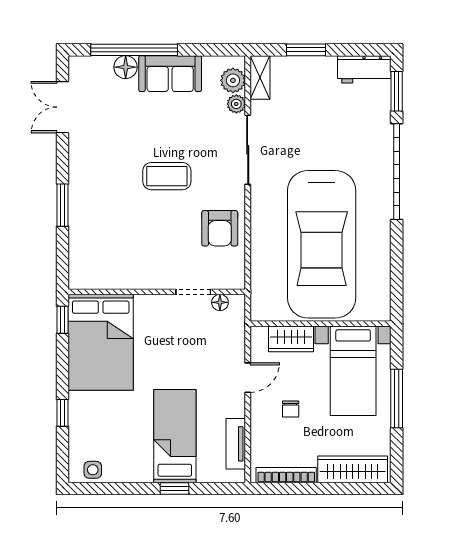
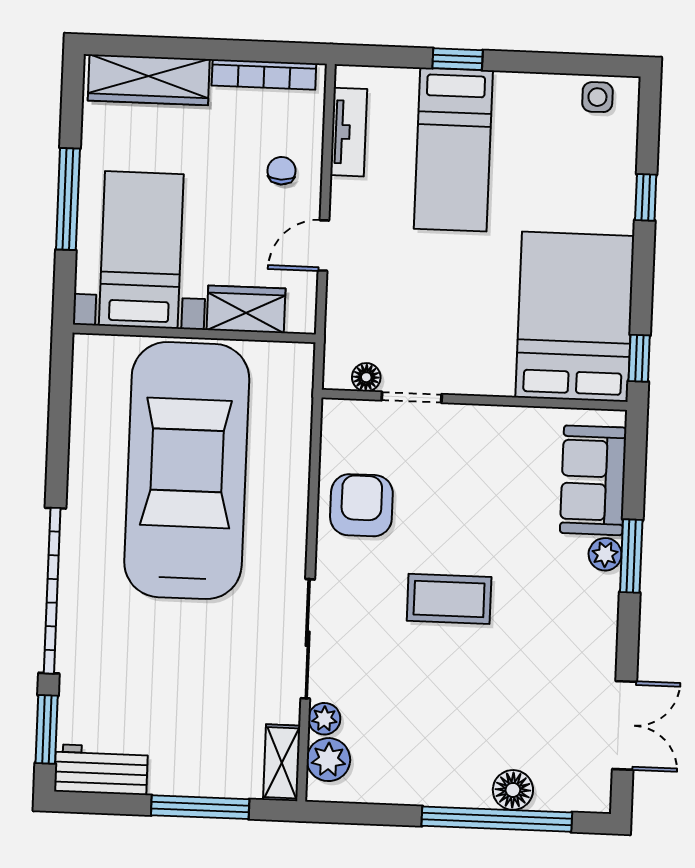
window: (306, 50) -> (200, 807), width x1.44
sofa: (170, 74) -> (593, 480), moved, turned -90
plant: (78, 206) -> (605, 554), added
chair: (291, 409) -> (282, 171), moved

